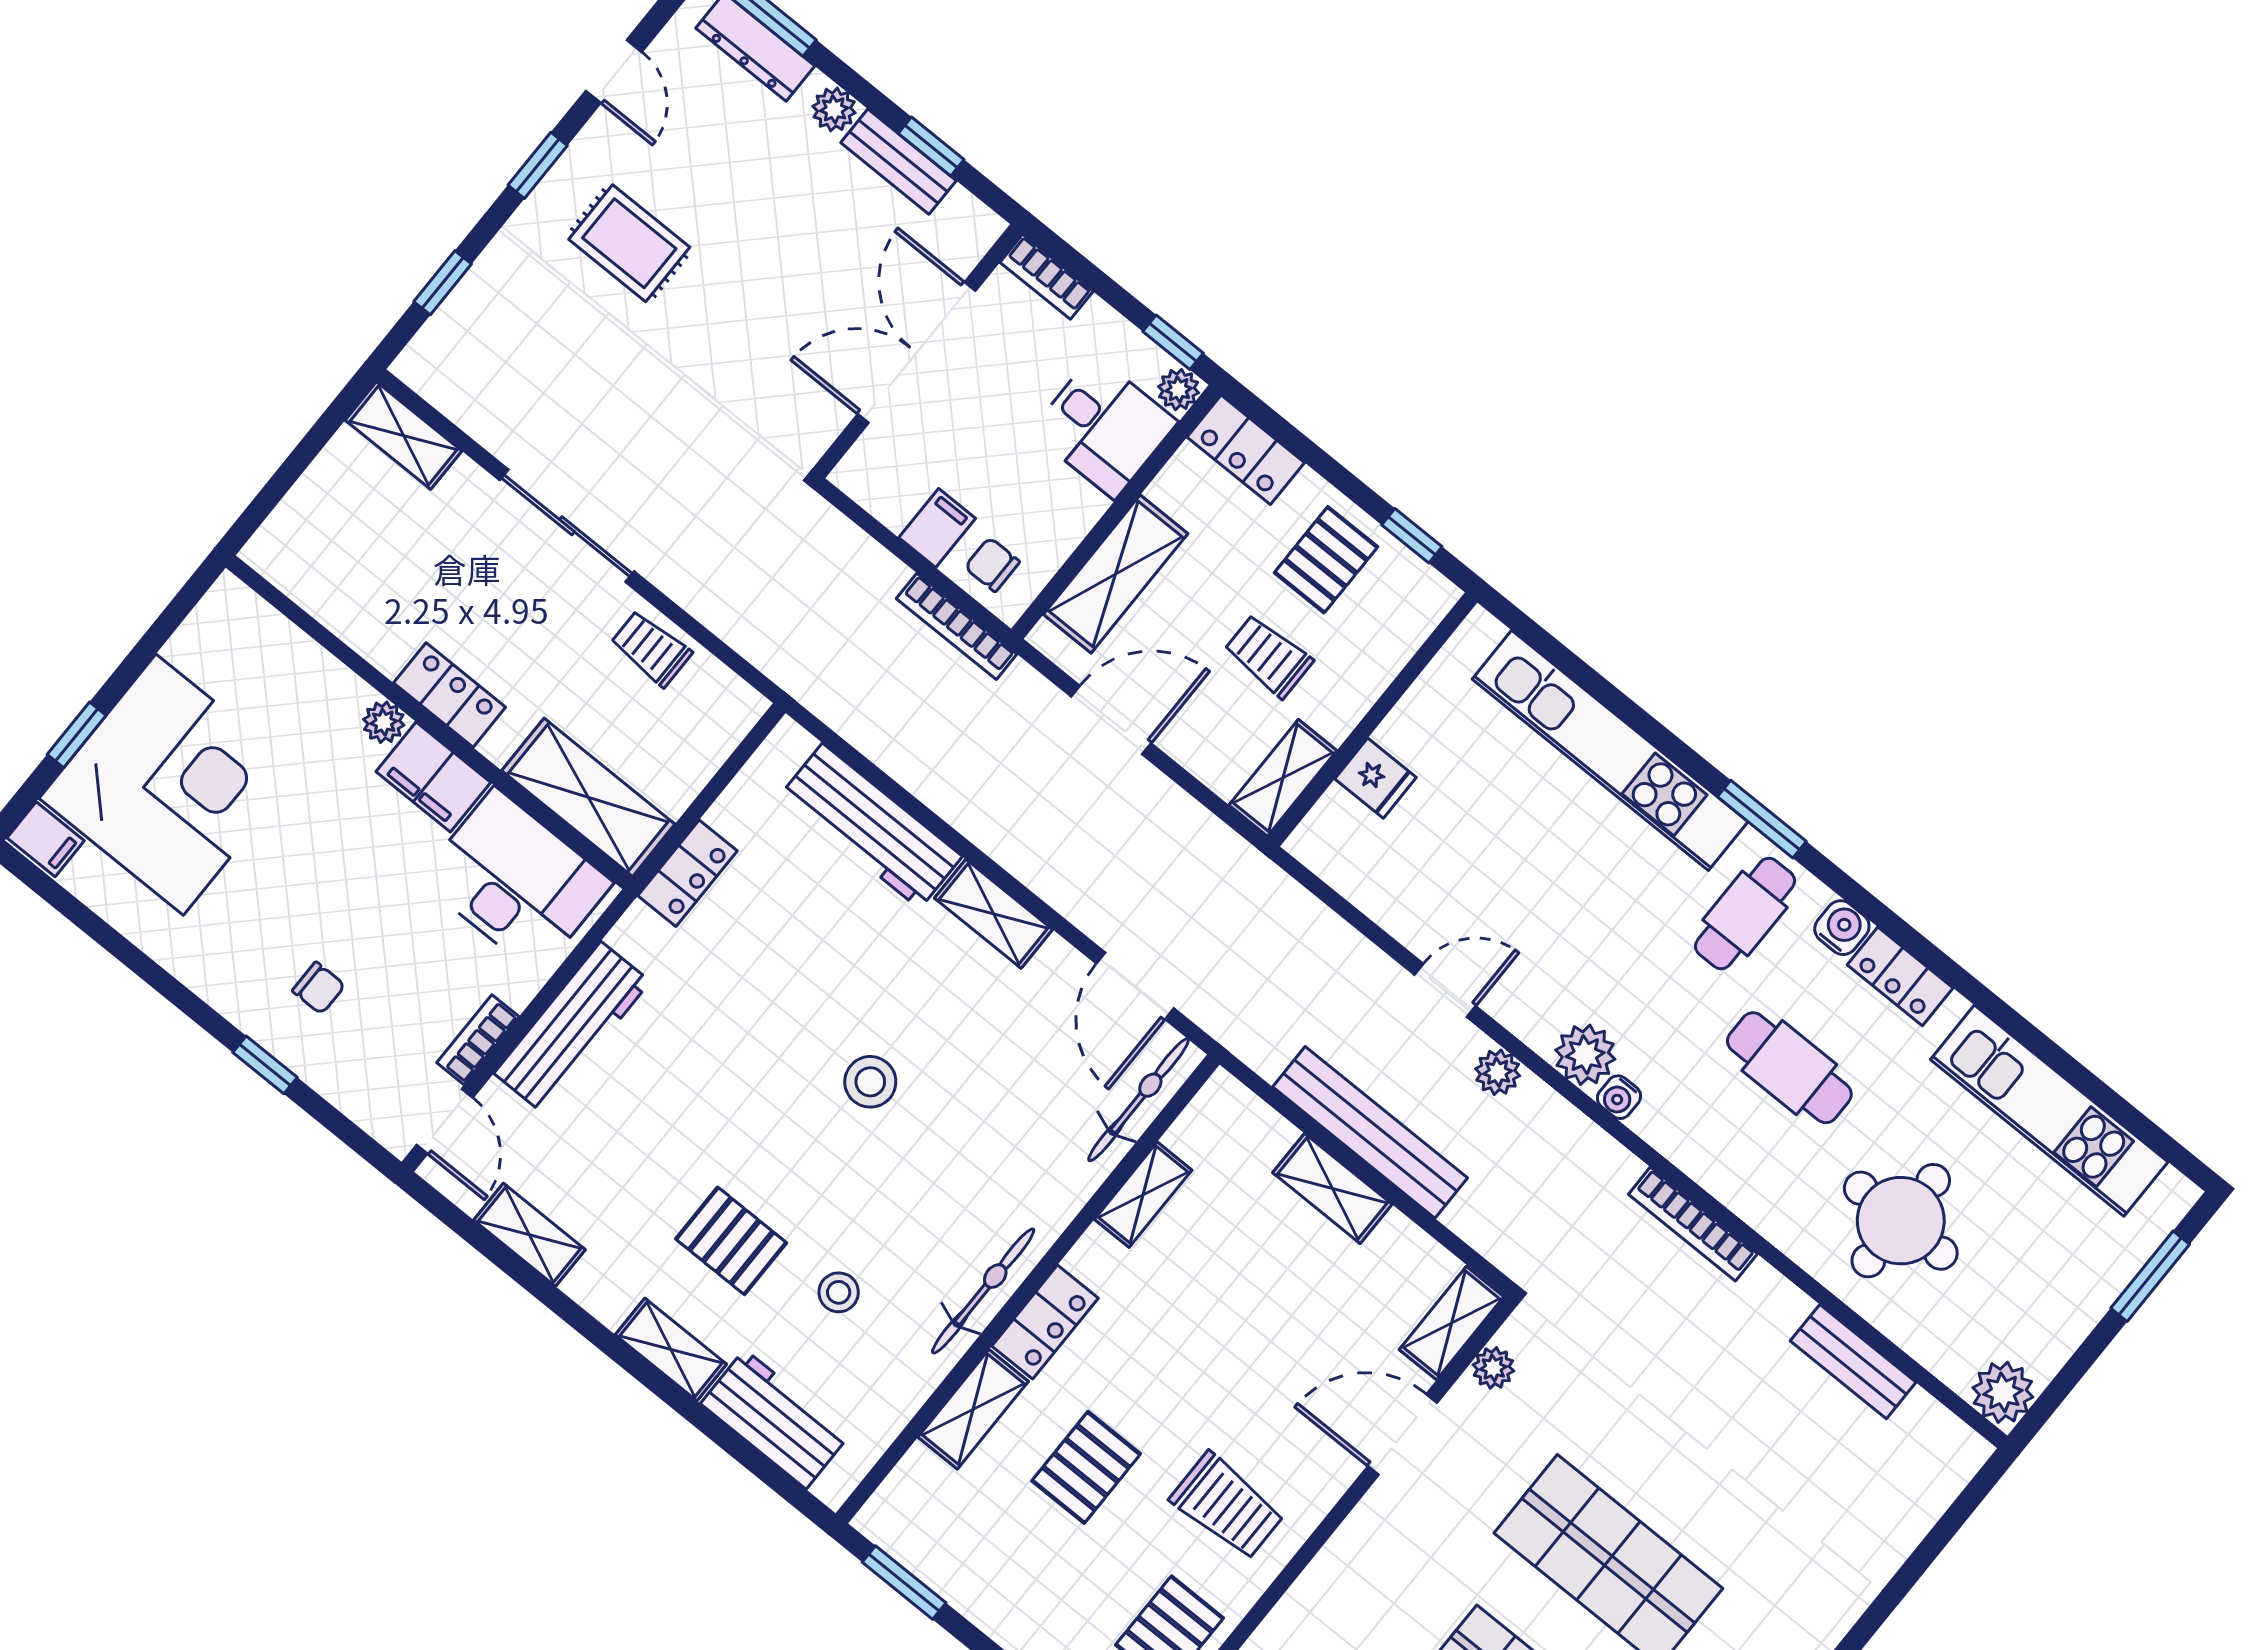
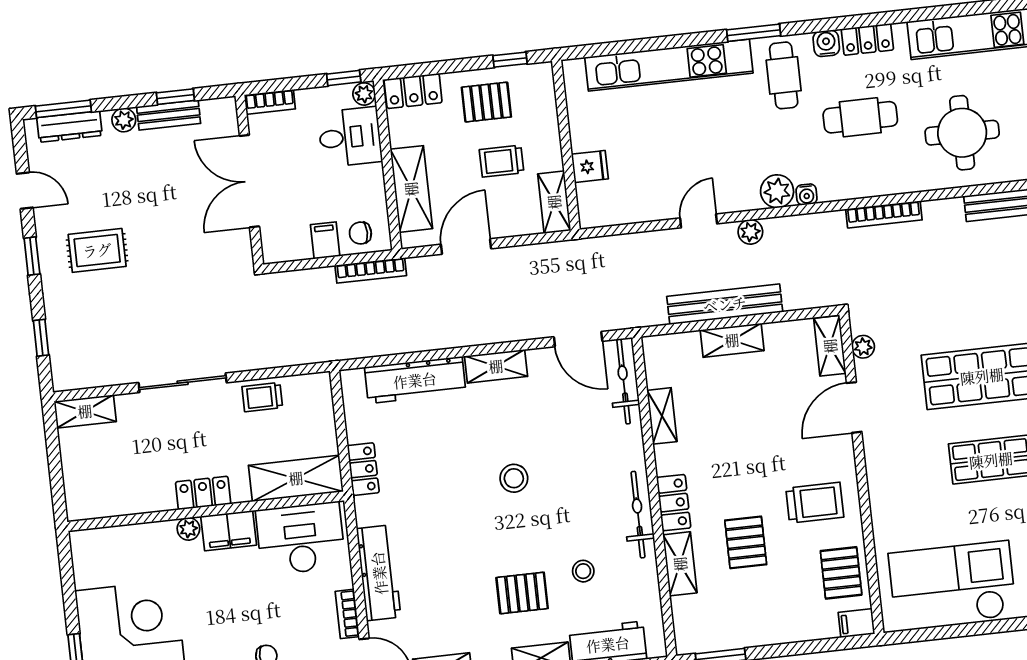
pallet: (1326, 560) -> (486, 102), turned 90

